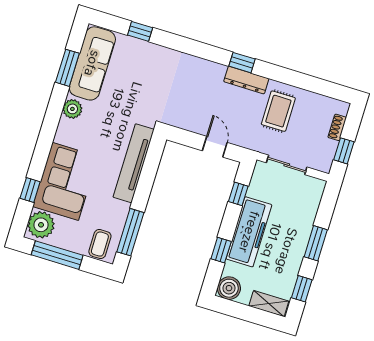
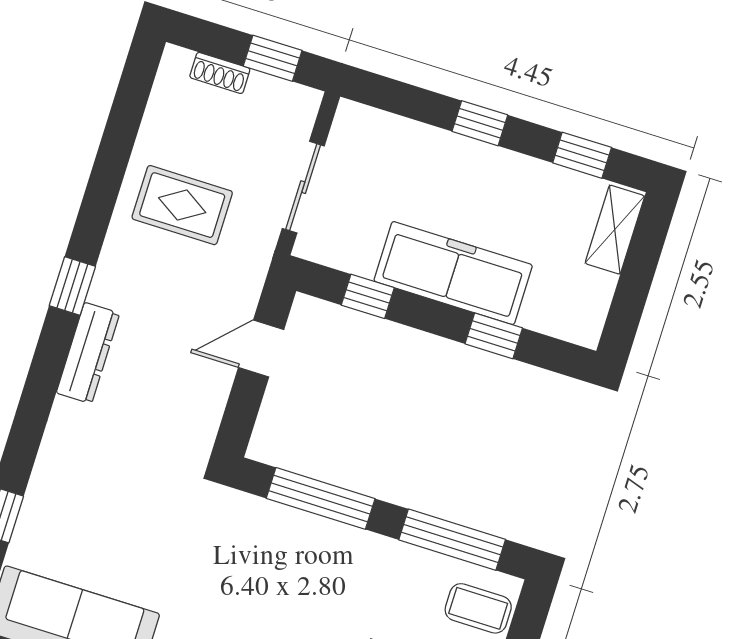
dresser: (246, 80) -> (88, 353), moved
tv unit: (134, 163) -> (297, 531), removed
window: (148, 174) -> (321, 498), added
window: (316, 243) -> (480, 123), width x0.67
boiler: (229, 288) -> (579, 319), removed

